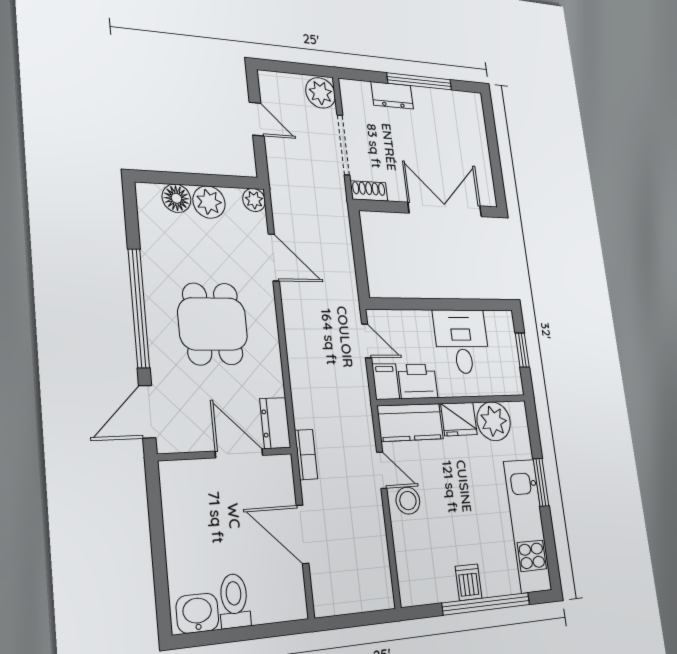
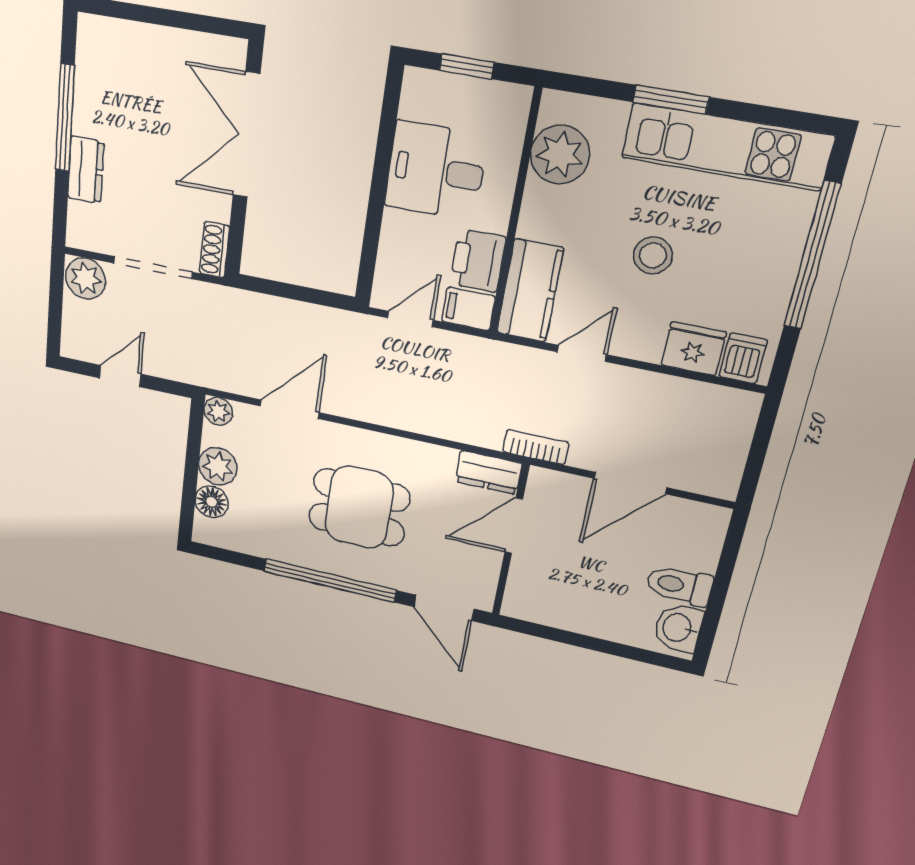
fridge: (459, 419) -> (694, 349), moved, turned -90
stool: (408, 501) -> (653, 255), moved
dishwasher: (469, 582) -> (743, 358), moved, turned 90

